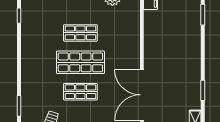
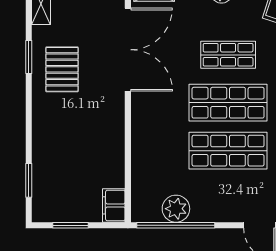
shop shelf: (80, 33) -> (228, 151), width x1.43, depth x1.36
pallet: (182, 83) -> (62, 69), added

